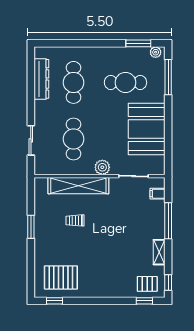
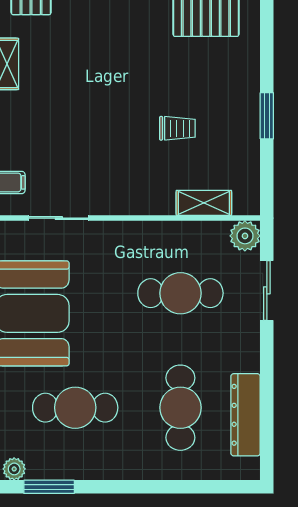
cafe table: (74, 139) -> (180, 293), turned 90
plant: (102, 167) -> (245, 236), moved
shelving: (78, 186) -> (204, 203), width x0.45, depth x0.75

